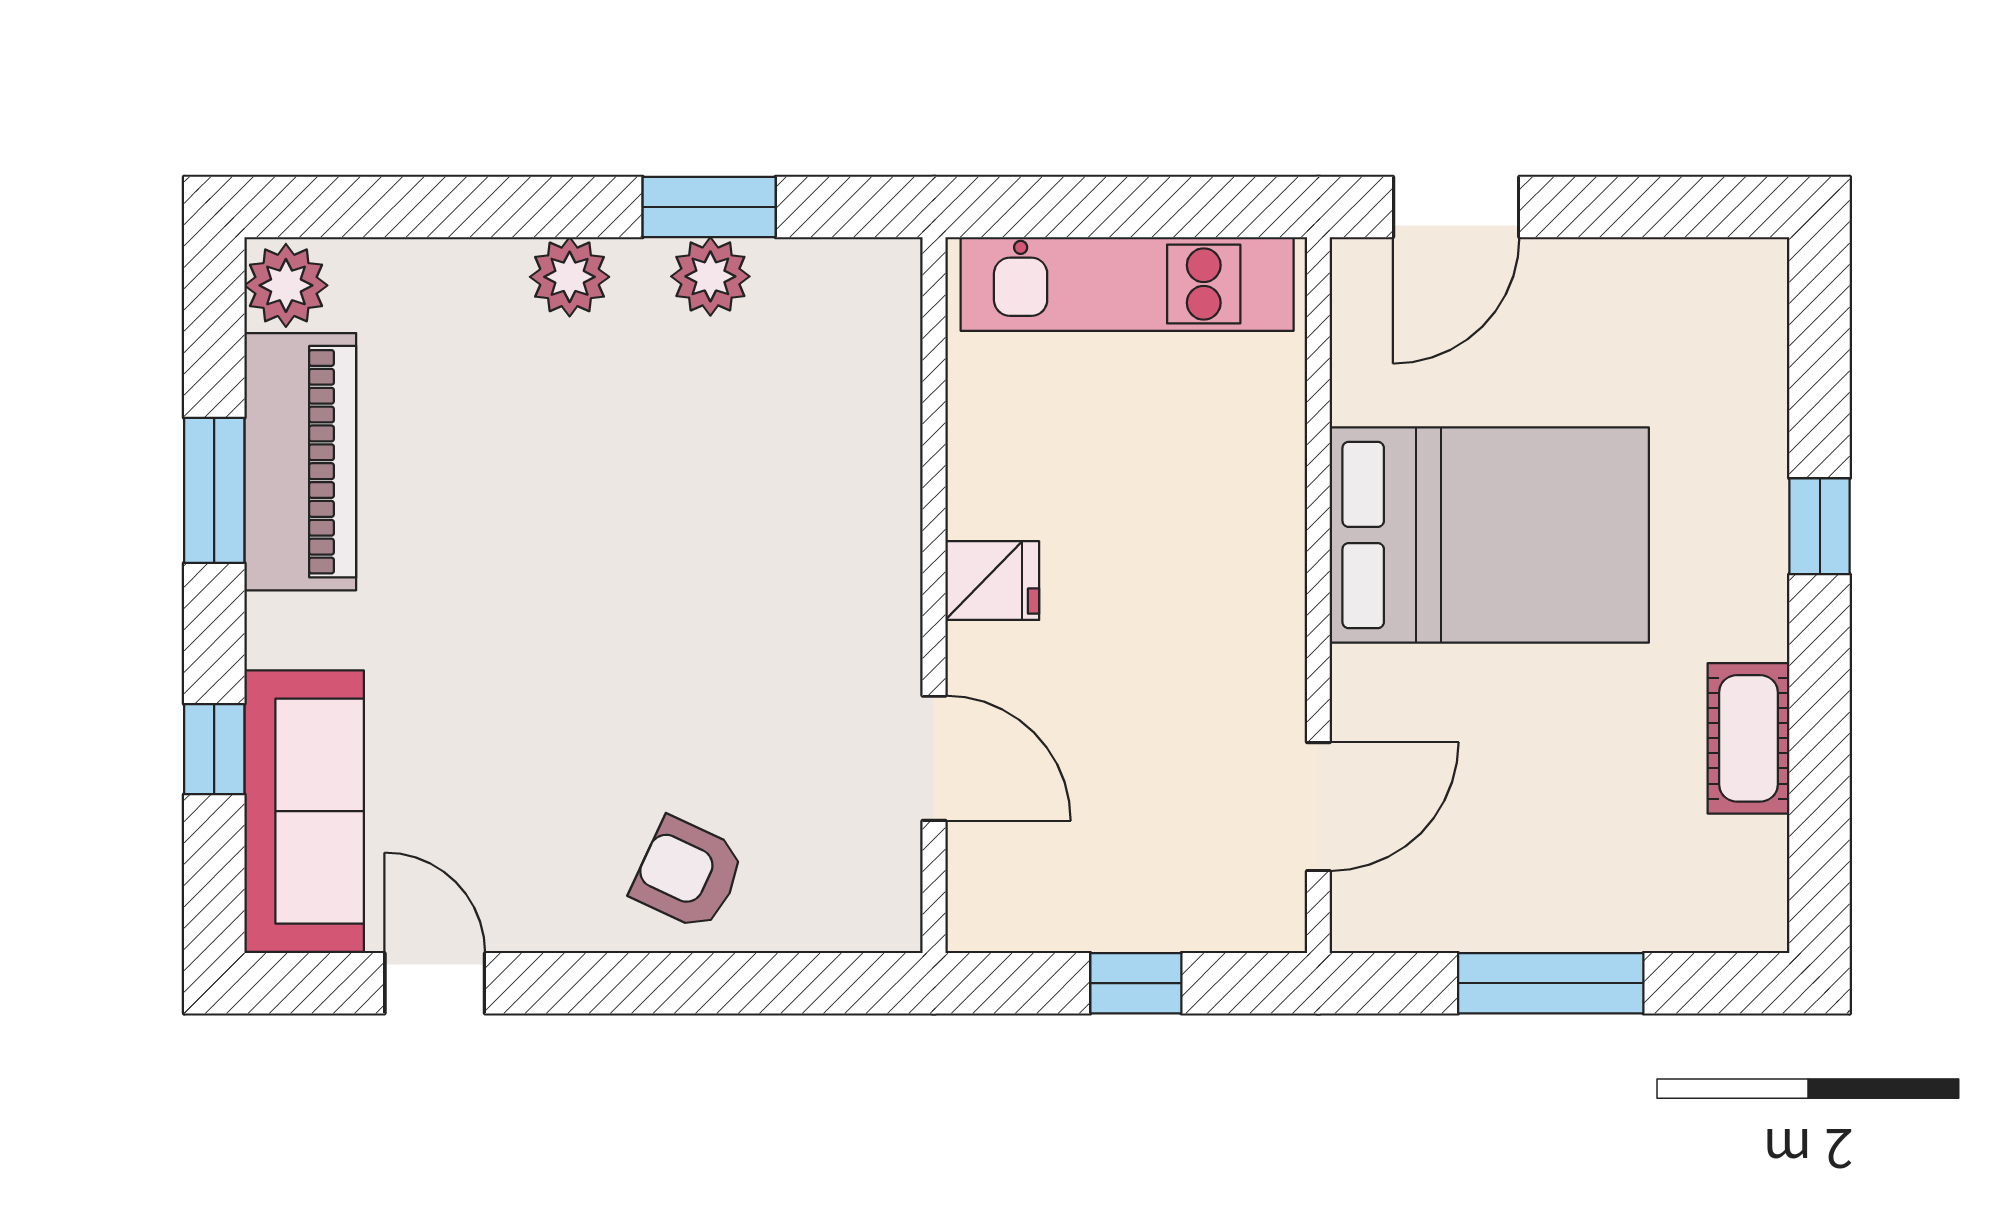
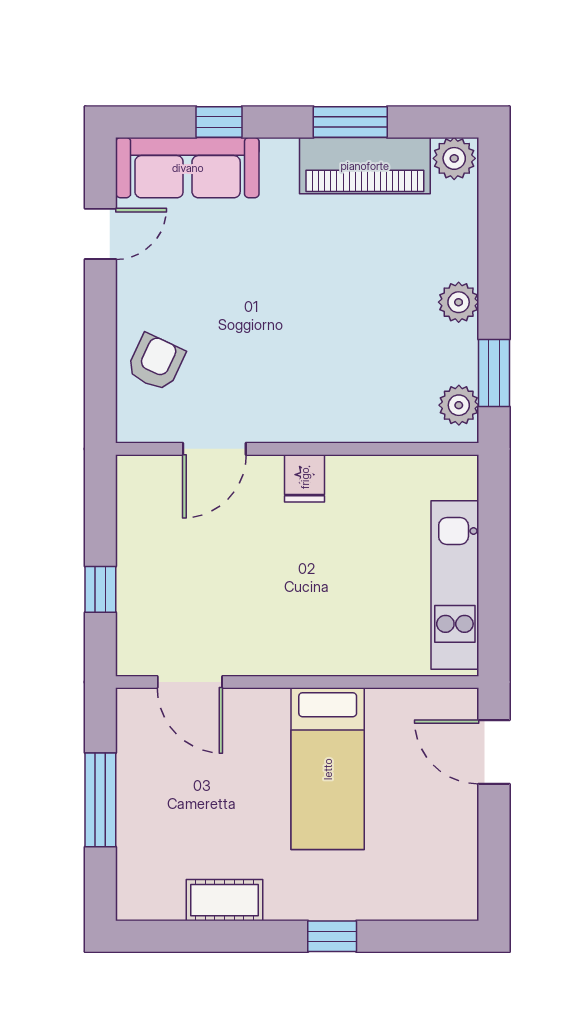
plant: (710, 276) -> (459, 405), moved
bed: (1489, 535) -> (328, 769), width x0.67
fridge: (992, 581) -> (305, 478), moved
wall: (934, 595) -> (297, 449), moved
door: (934, 758) -> (214, 449), moved

